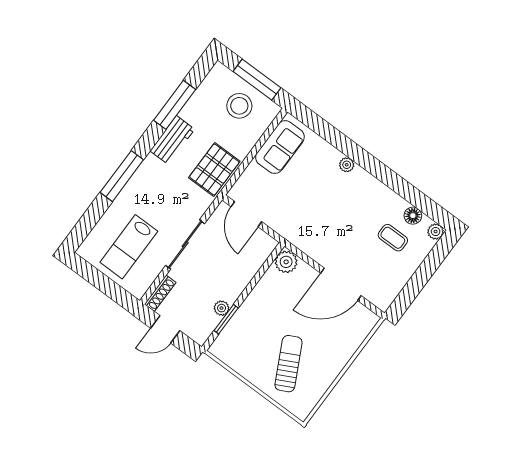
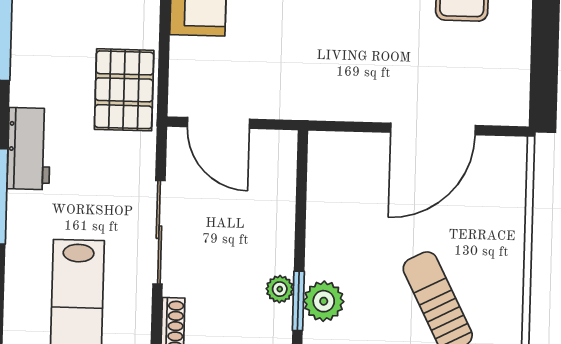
workbench: (172, 140) -> (29, 149), moved
plant: (286, 262) -> (324, 301), moved

